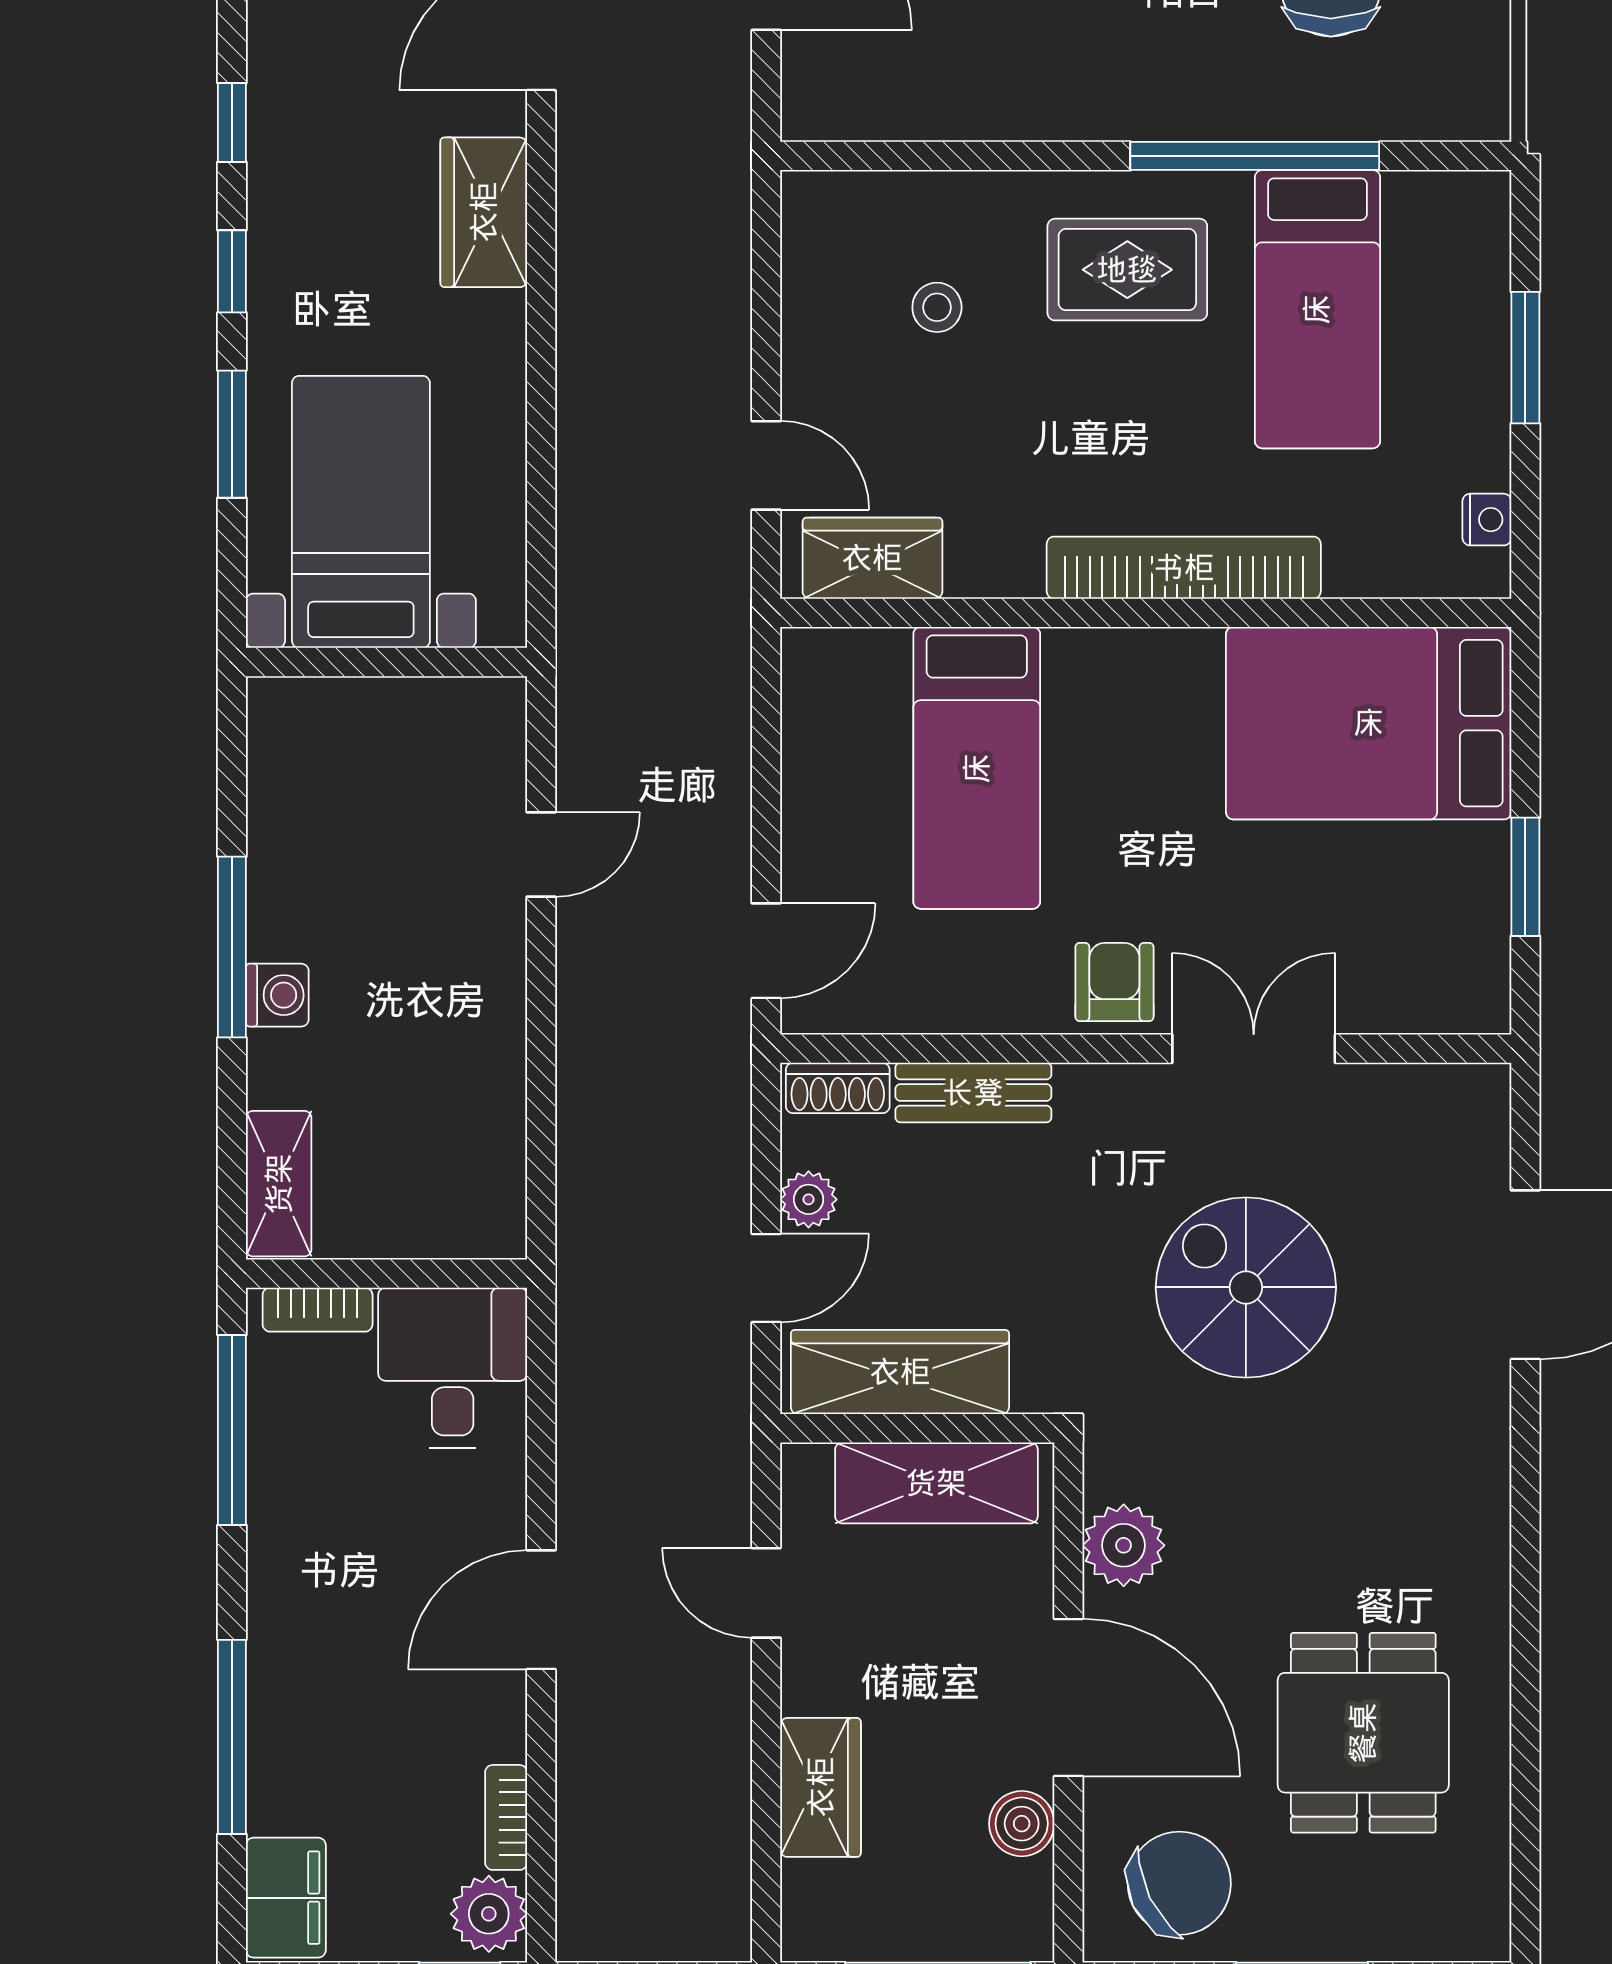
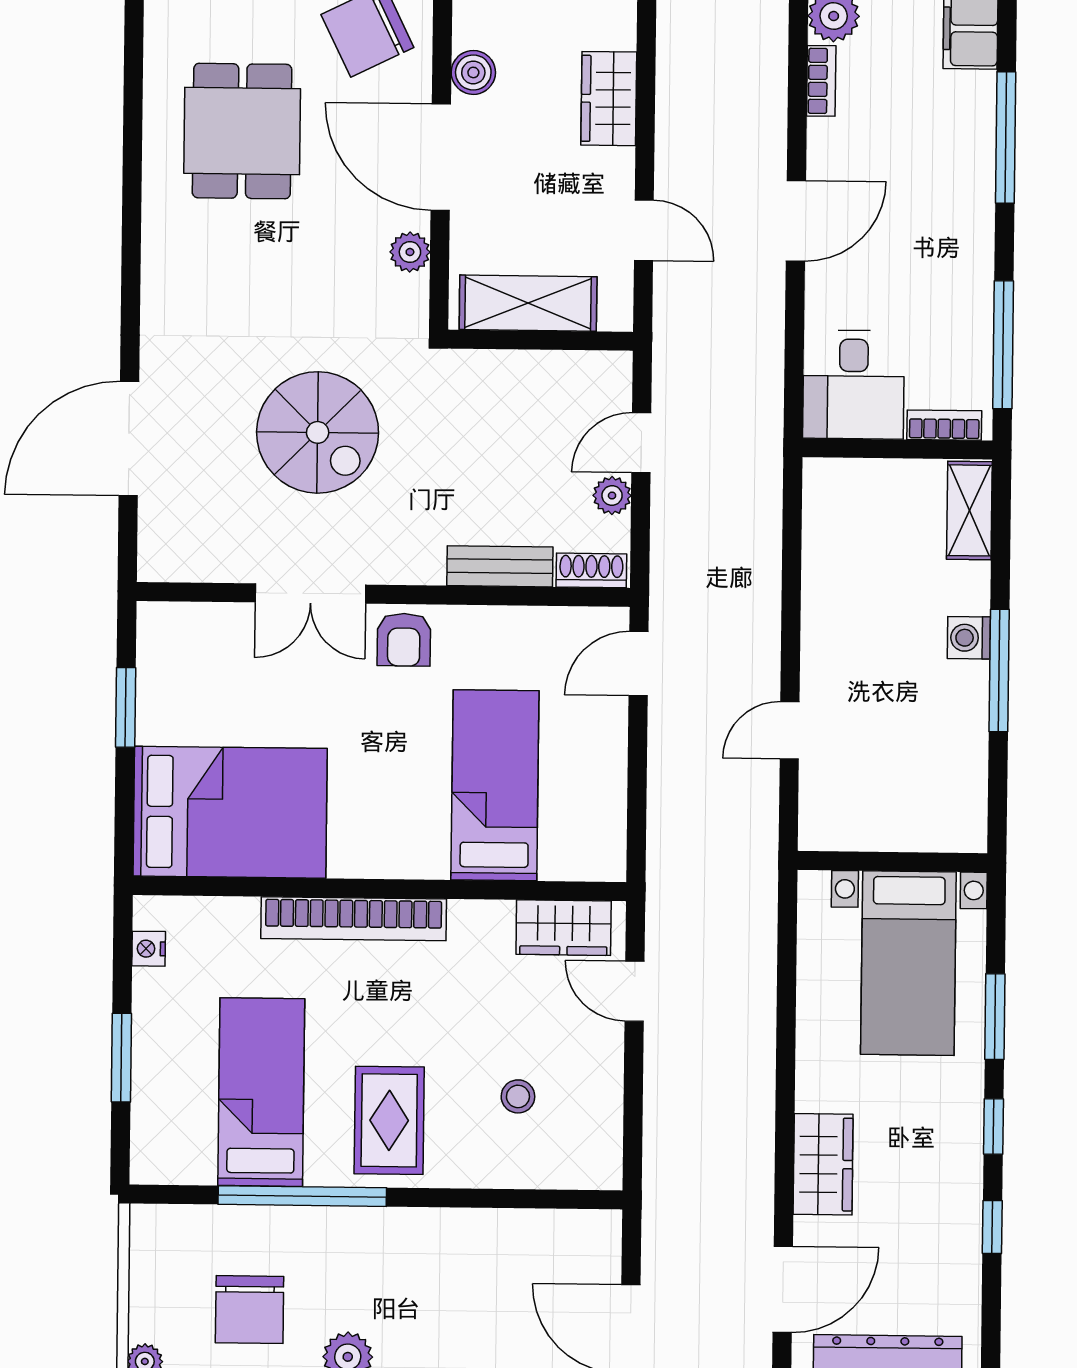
rug: (1127, 270) -> (389, 1120), turned 90
wardrobe: (900, 1372) -> (552, 378), removed
plant: (1124, 1545) -> (410, 252), width x0.73, depth x0.73

